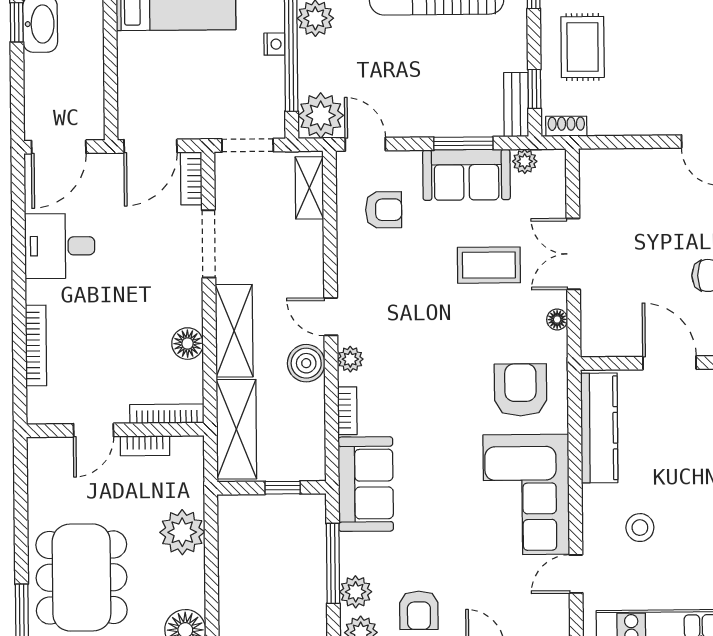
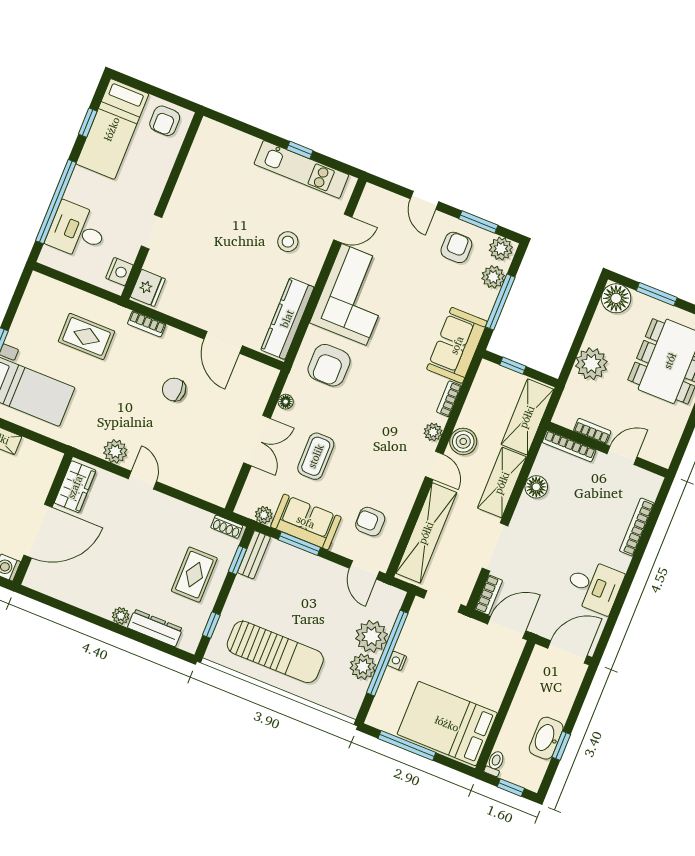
plant: (321, 115) -> (372, 636), moved
shelving: (309, 188) -> (426, 533), width x2.20, depth x1.33
coffee table: (489, 265) -> (316, 456), turned 90

